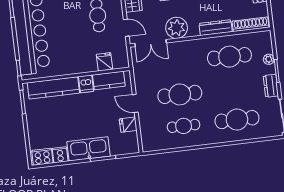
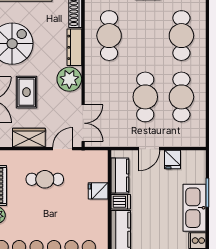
plant: (177, 28) -> (69, 79), moved
fridge: (104, 62) -> (98, 191), moved
cafe table: (184, 126) -> (181, 97), width x1.37, depth x1.35

